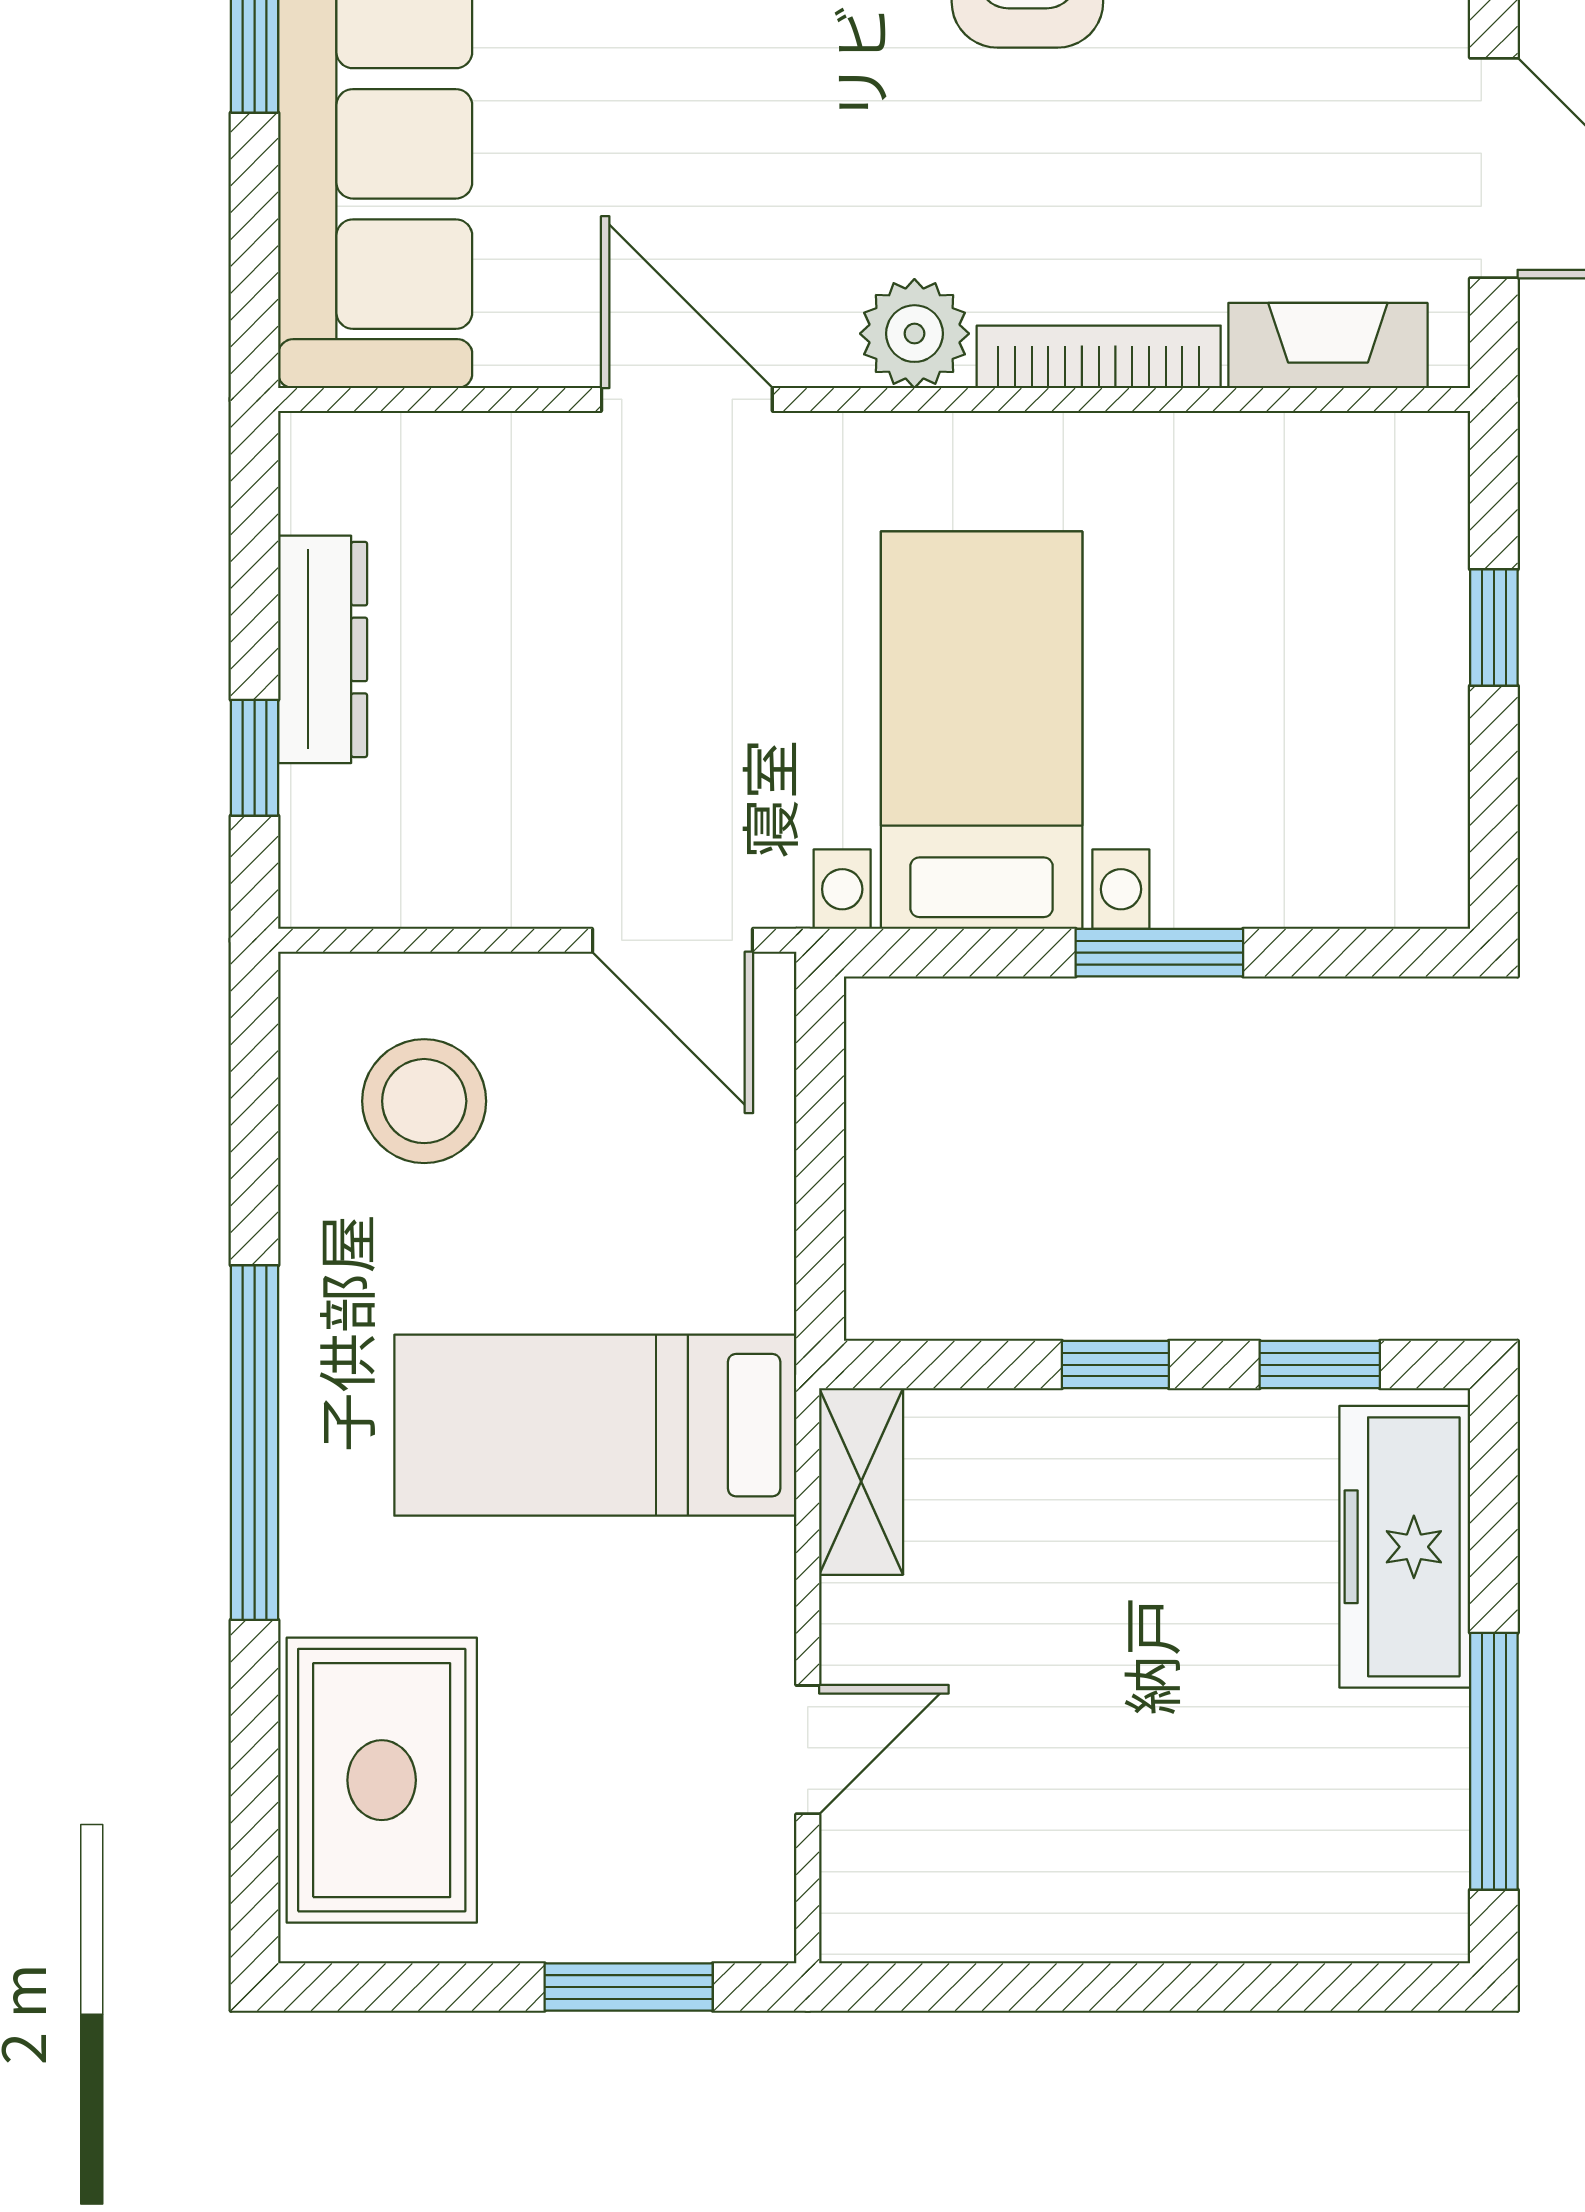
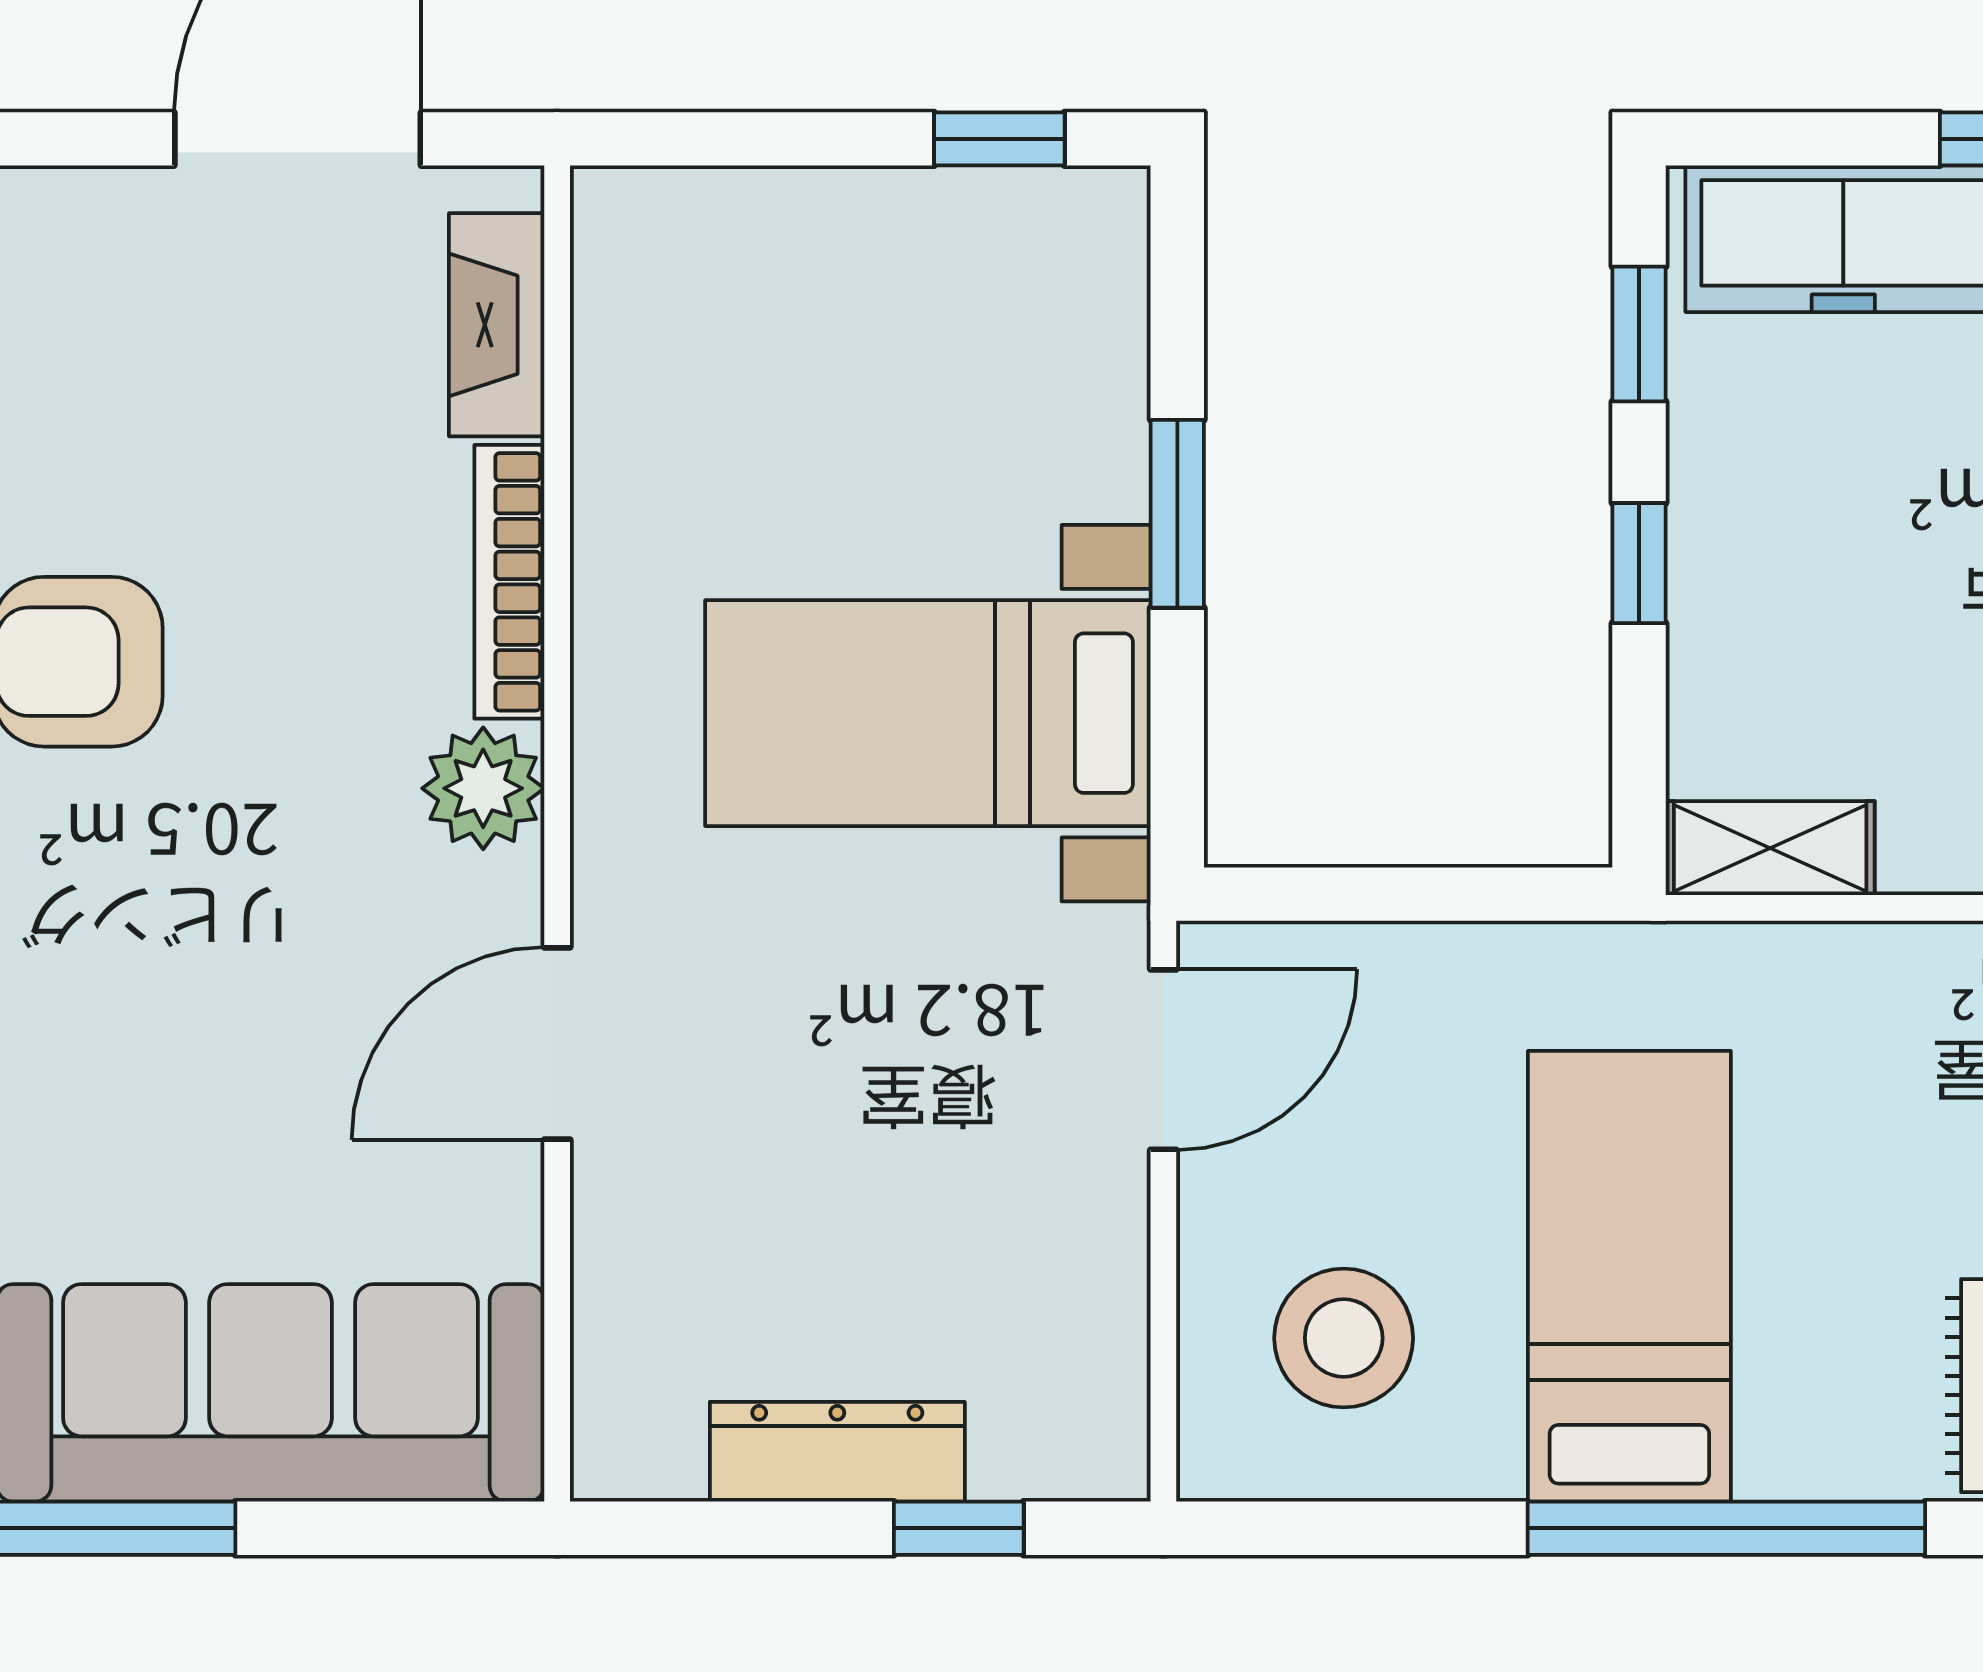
window: (1494, 627) -> (999, 139), moved
bed: (595, 1425) -> (1629, 1276), moved, turned 180

